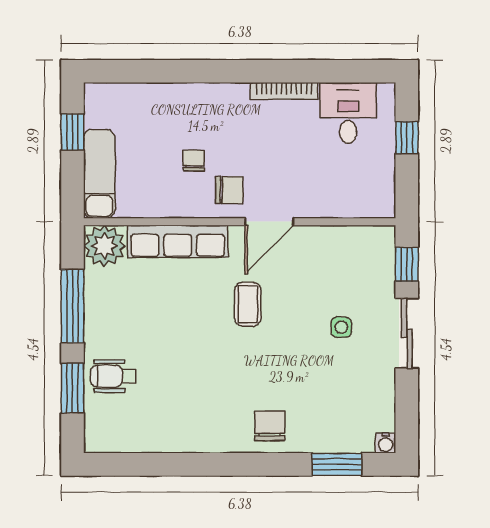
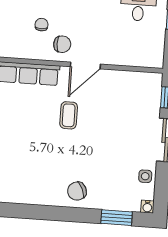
side table: (341, 327) -> (145, 176), moved
chair: (270, 426) -> (77, 191), turned -114

